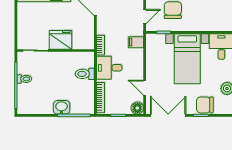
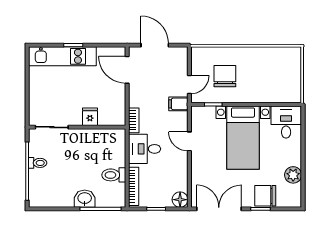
fridge: (61, 40) -> (90, 117), width x0.53, depth x0.75
filing cabinet: (136, 42) -> (178, 104), moved
toilet: (85, 74) -> (114, 175), moved
door: (145, 88) -> (189, 141), moved

